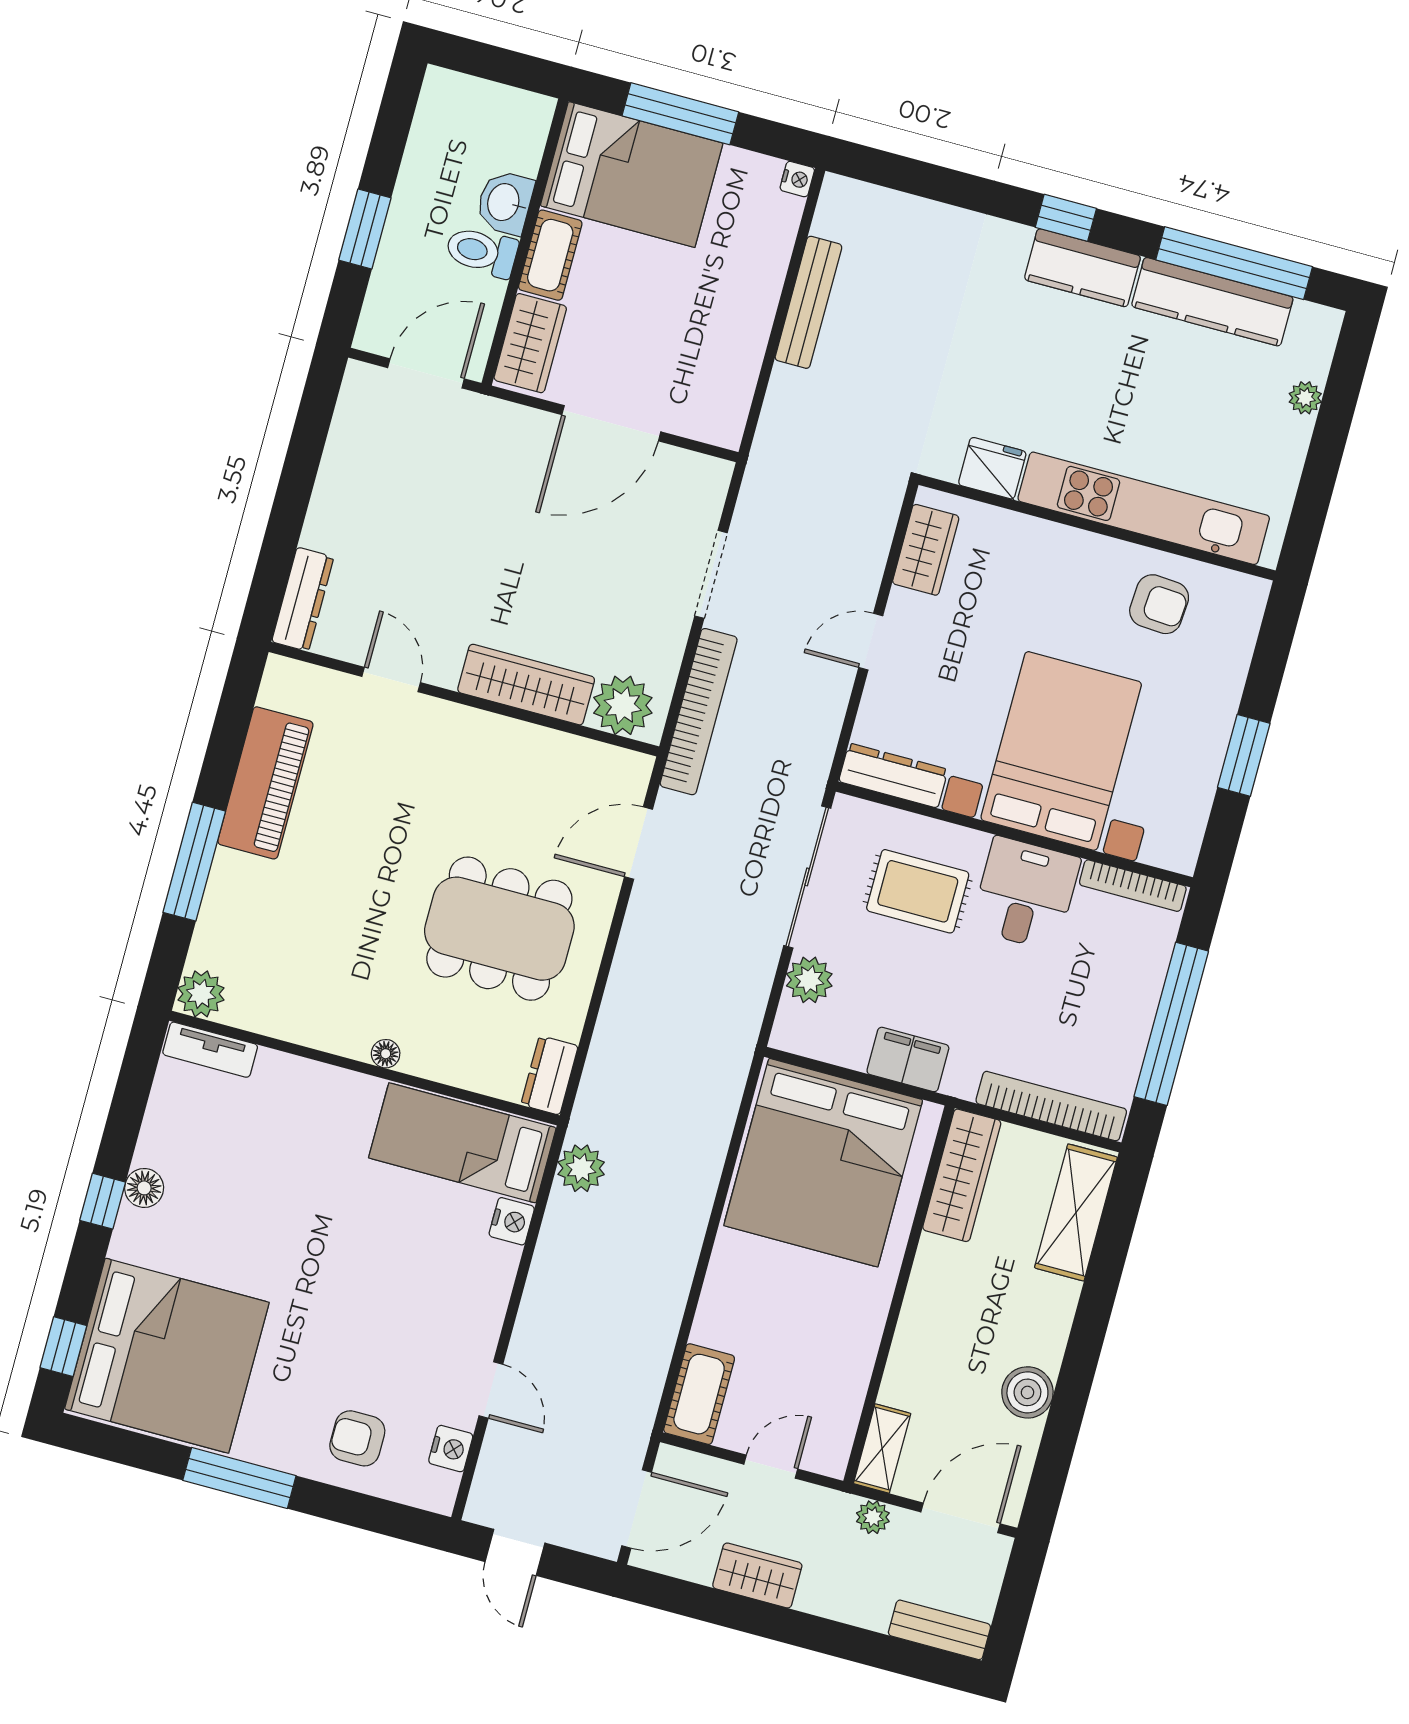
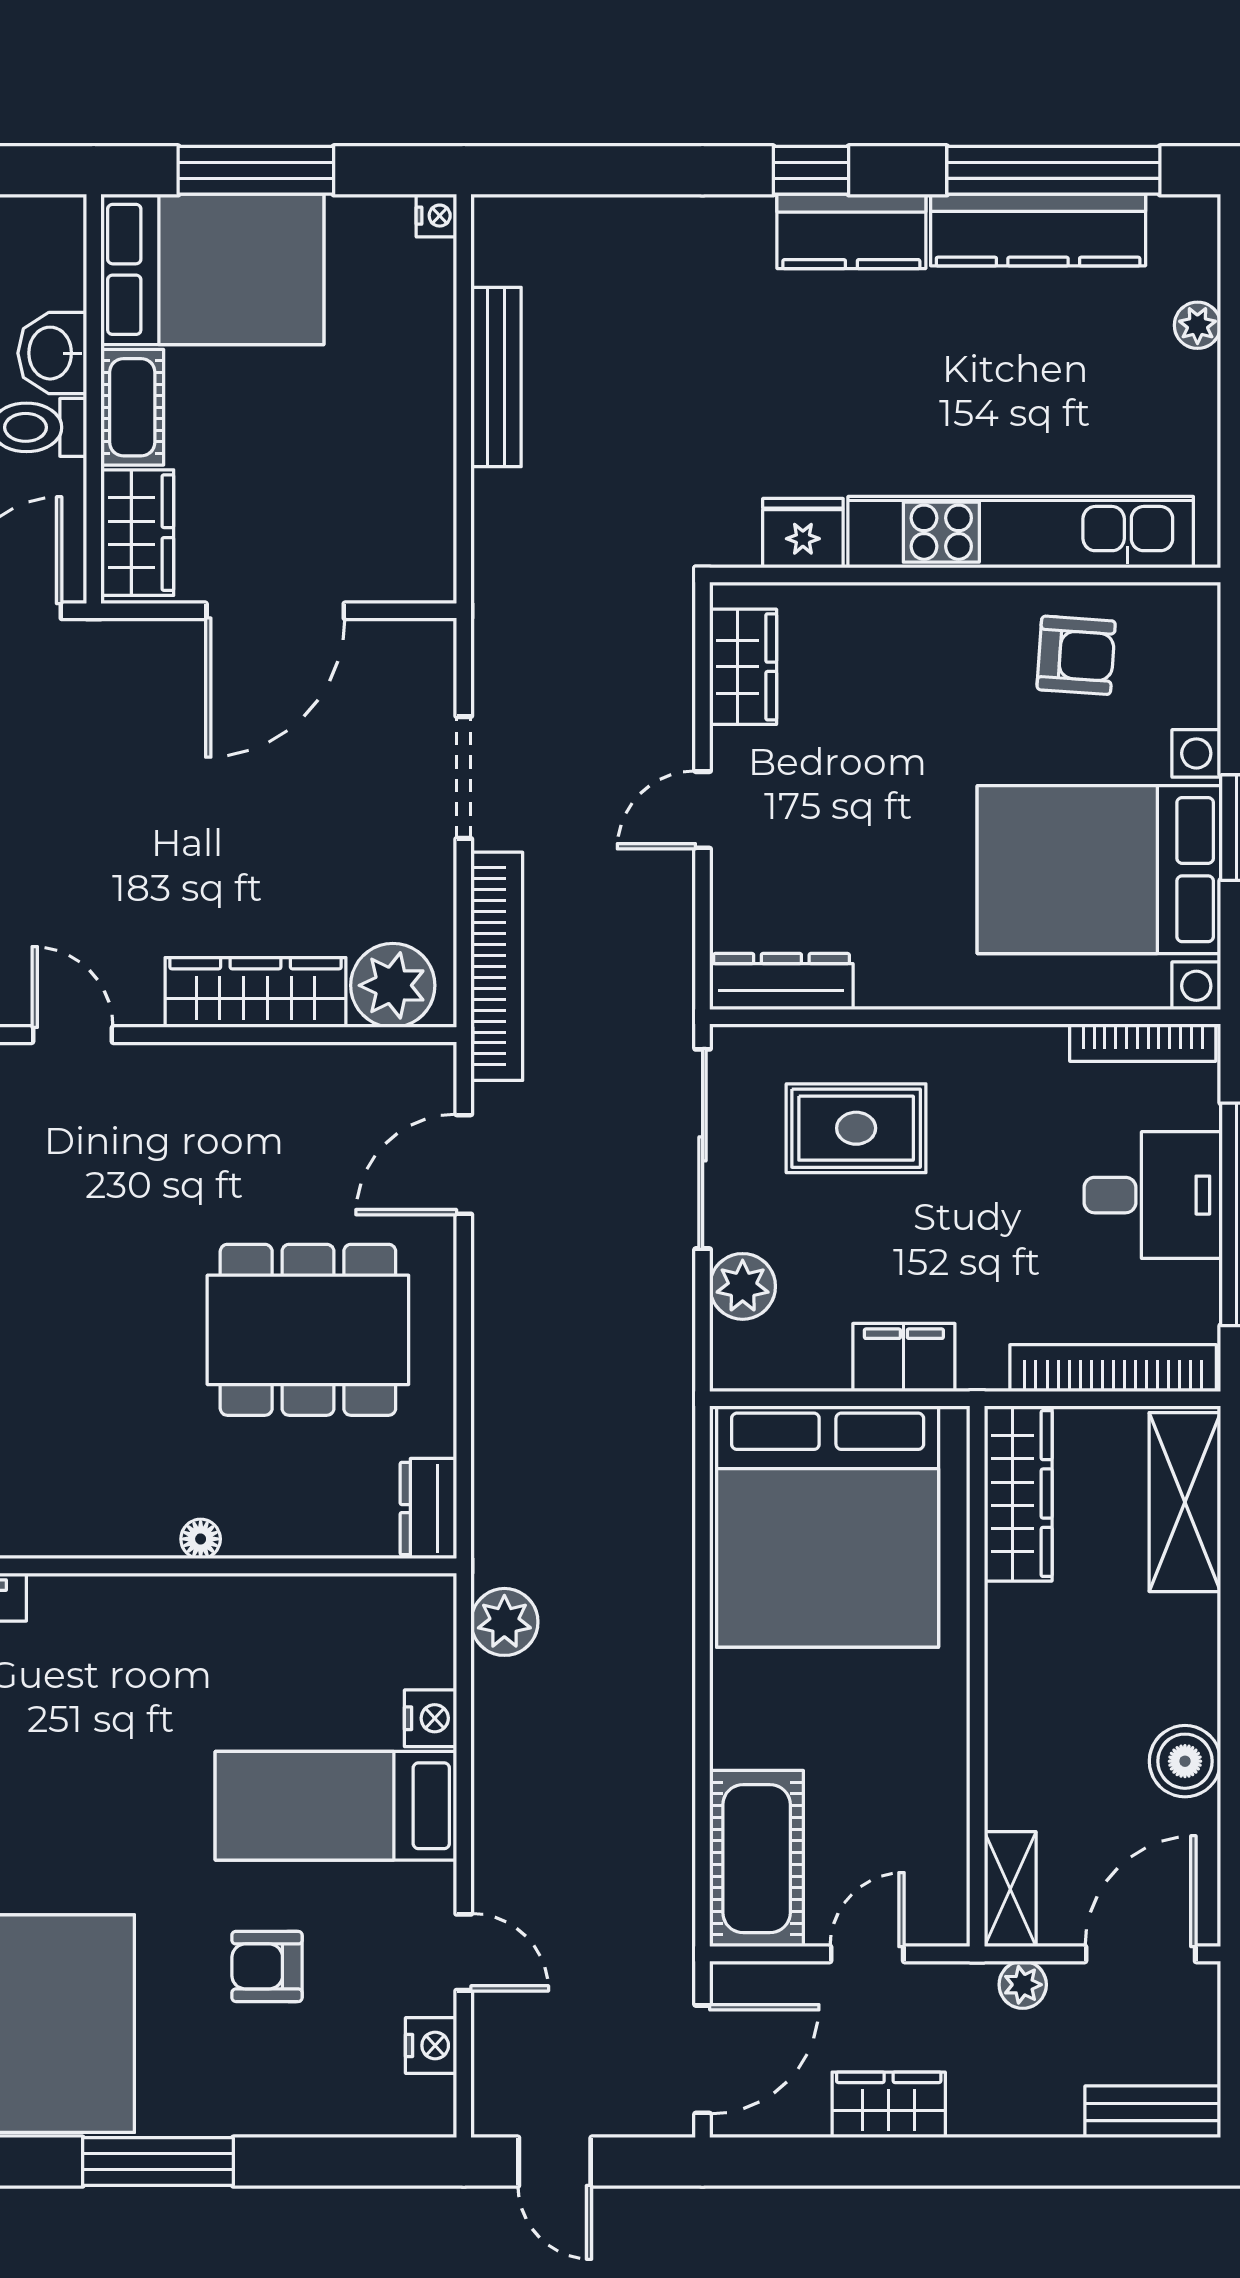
bed with nightstands: (1061, 751) -> (1099, 870), moved, turned -90
desk: (1025, 894) -> (1152, 1195), moved, turned 90
bed: (462, 1143) -> (336, 1806), moved
cot: (699, 1394) -> (757, 1859), width x1.37, depth x1.34
armchair: (357, 1438) -> (267, 1966), moved

